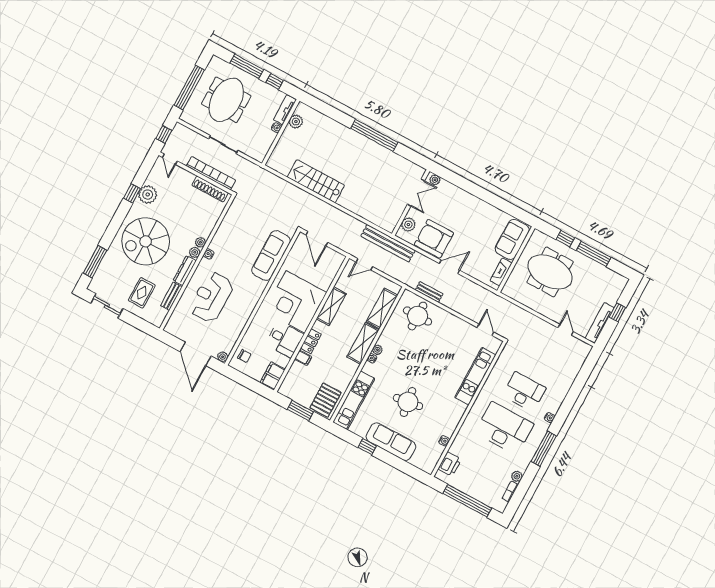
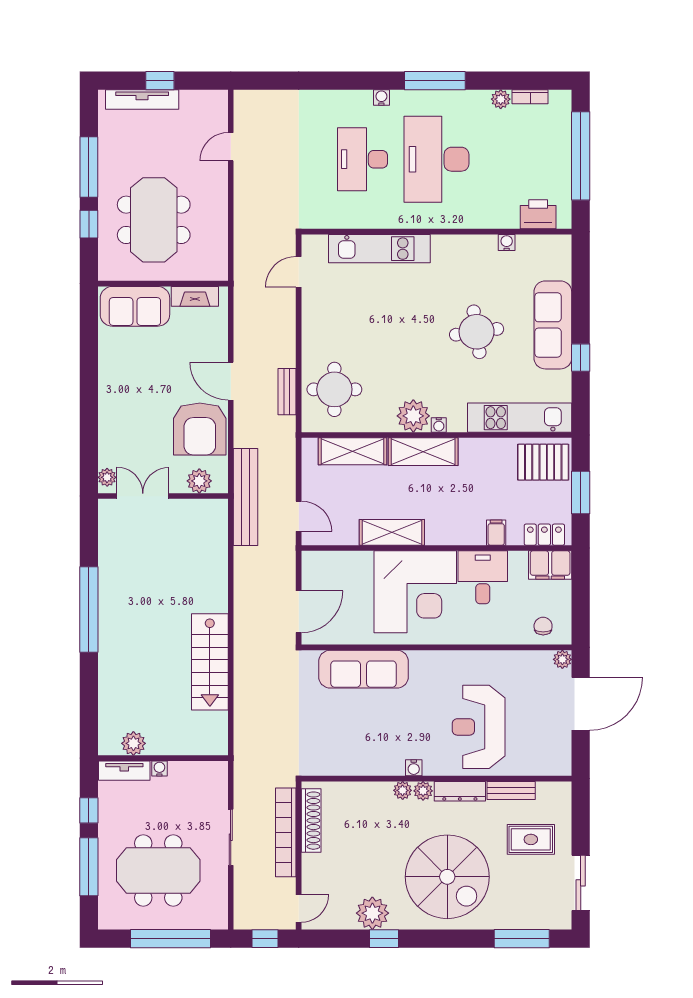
reception desk: (212, 297) -> (479, 727), turned 90
tv unit: (600, 323) -> (142, 100), moved
locker: (311, 341) -> (544, 535), moved
plant: (377, 350) -> (413, 416), width x1.87, depth x1.87

